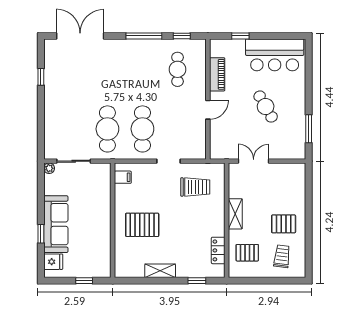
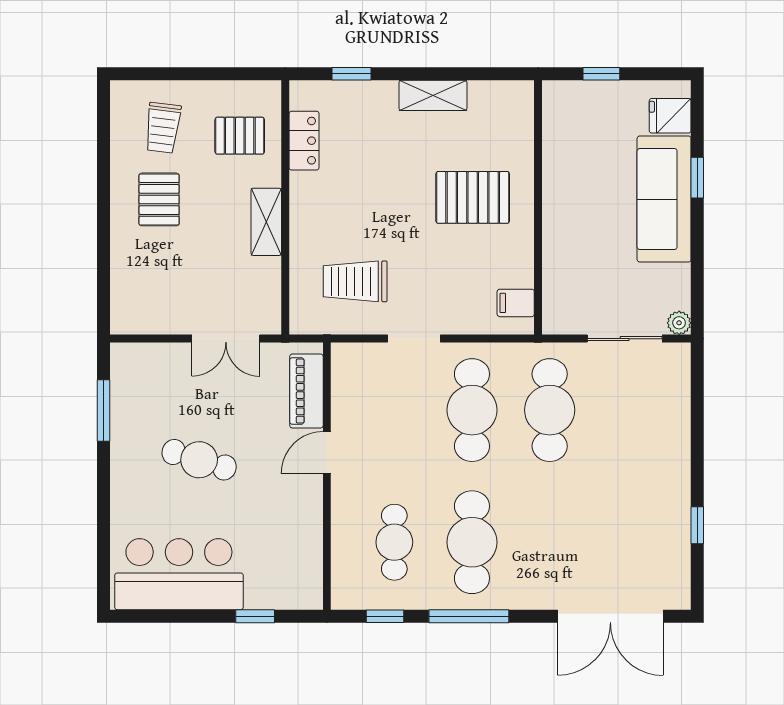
cafe table: (142, 69) -> (472, 542), added
piano: (217, 74) -> (306, 391), moved
cafe table: (266, 107) -> (199, 460), turned -43
pallet: (284, 224) -> (159, 199), turned 90

